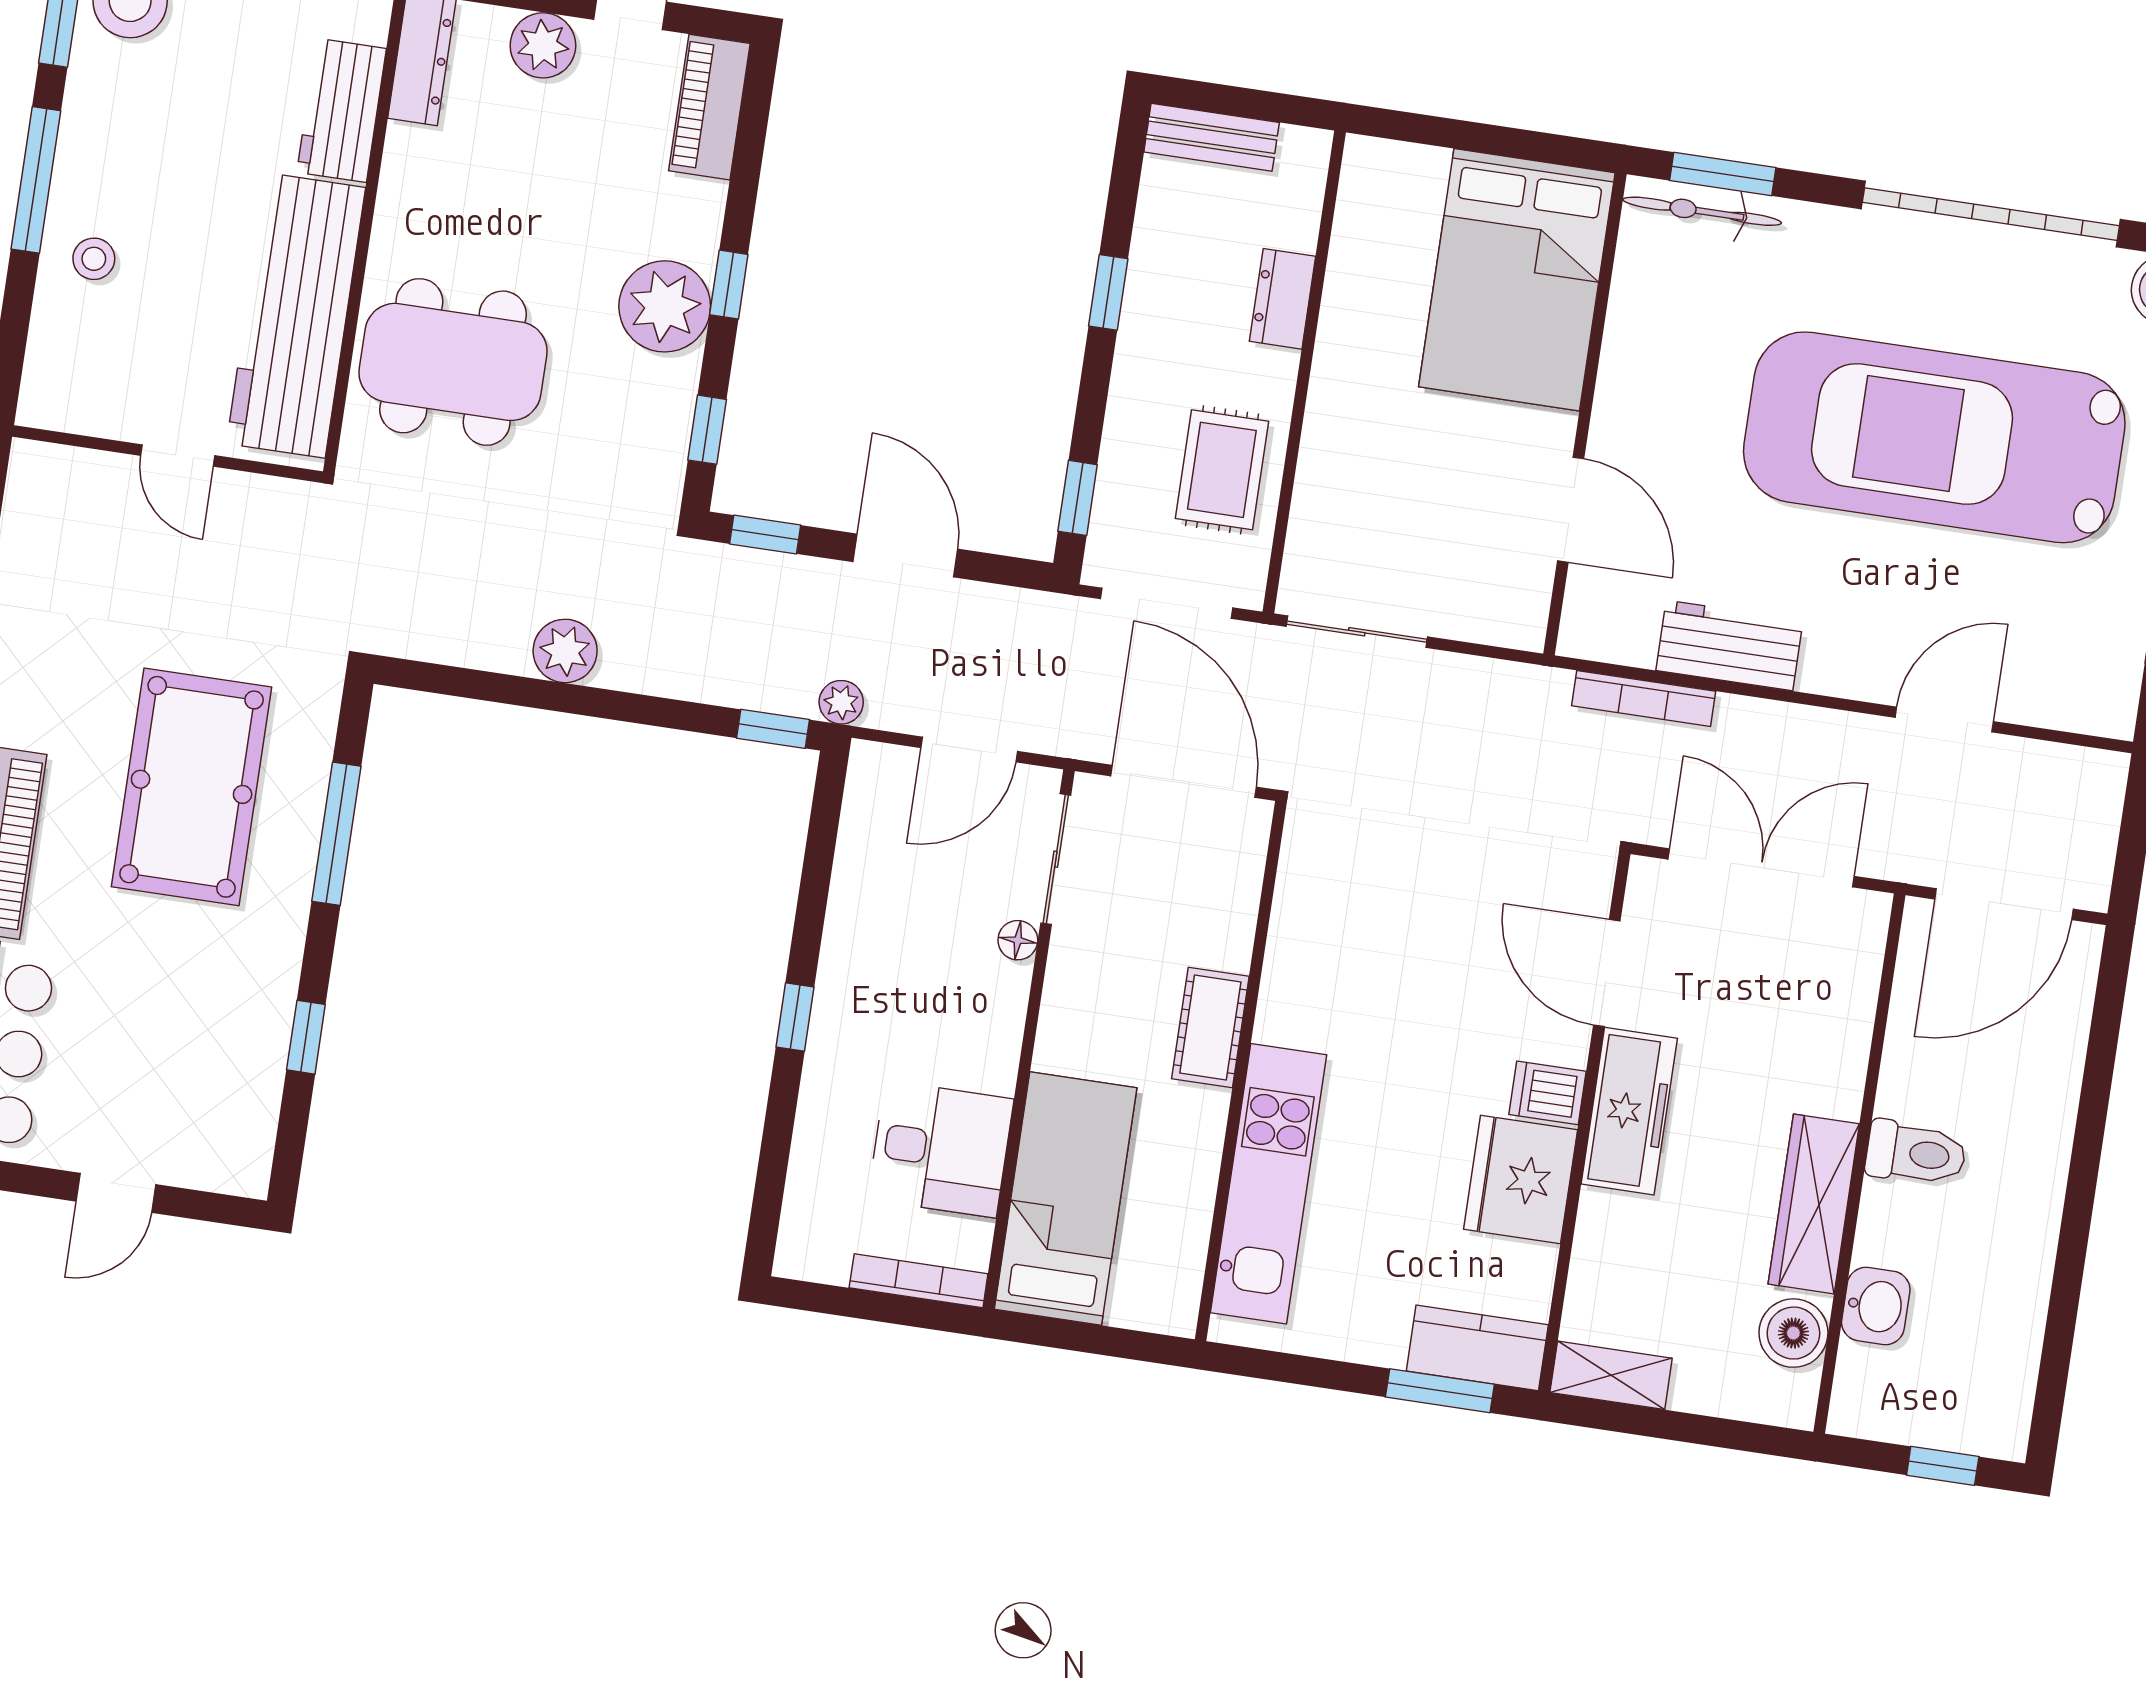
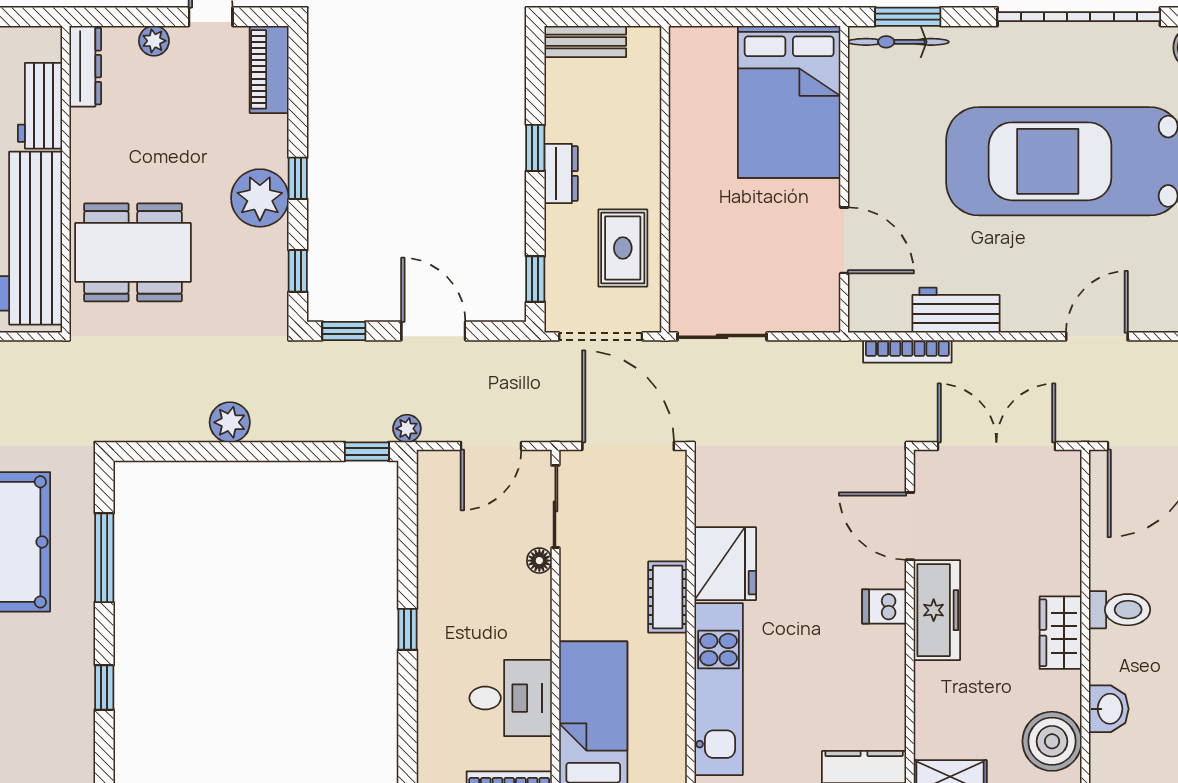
plant: (543, 45) -> (154, 41), width x0.73, depth x0.73
dresser: (1283, 299) -> (561, 174), moved, turned 180
fridge: (1521, 1179) -> (725, 564), moved, turned 180
wardrobe: (1814, 1204) -> (1061, 633), width x0.67
boiler: (1793, 1333) -> (1052, 741), width x1.37, depth x1.37

